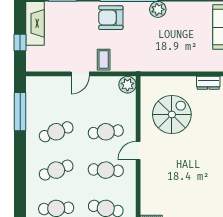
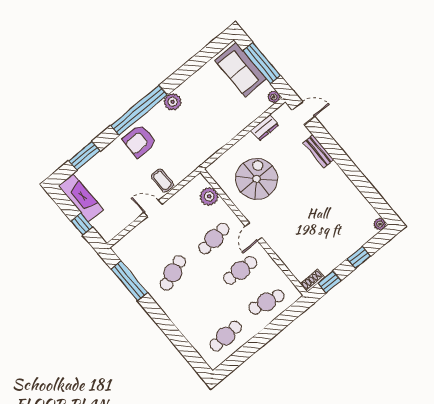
door: (80, 74) -> (153, 209), swing flipped
plant: (127, 85) -> (209, 196), moved
cafe table: (56, 170) -> (199, 304), removed

